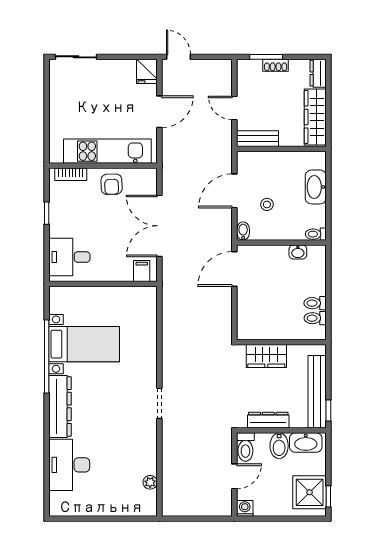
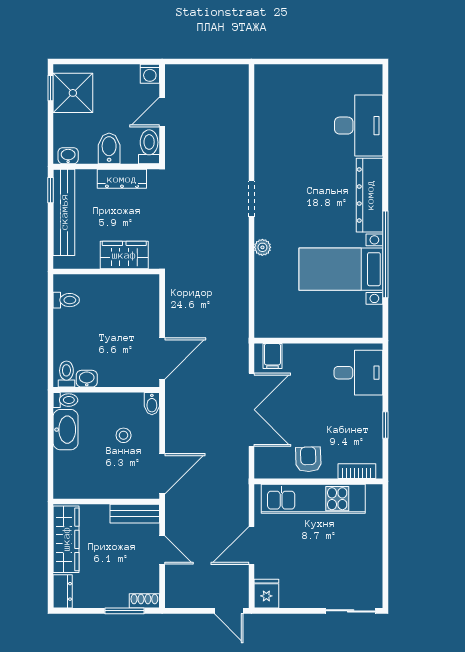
shoe rack: (276, 65) -> (144, 601), moved
washbasin: (316, 187) -> (66, 430), moved
door: (234, 191) -> (162, 474), moved
toilet: (315, 303) -> (66, 374), moved, turned -90
washbasin: (306, 443) -> (68, 156), width x0.52, depth x0.69
plant: (150, 482) -> (262, 247), moved

